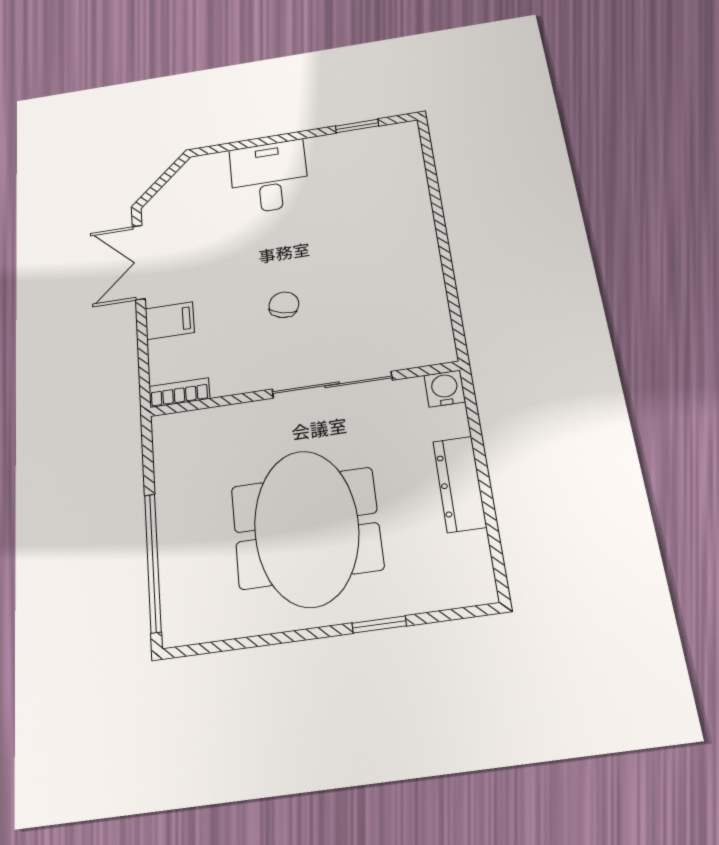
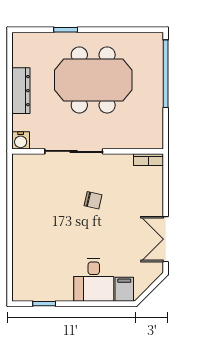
double door: (139, 262) -> (166, 239), swing flipped
chair: (284, 305) -> (93, 200), turned -92
filing cabinet: (170, 321) -> (124, 289), moved, turned 90
meeting table: (307, 528) -> (93, 80), turned 90

